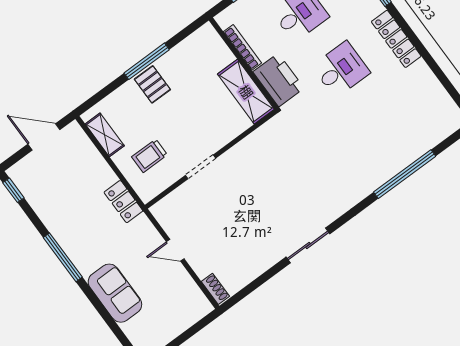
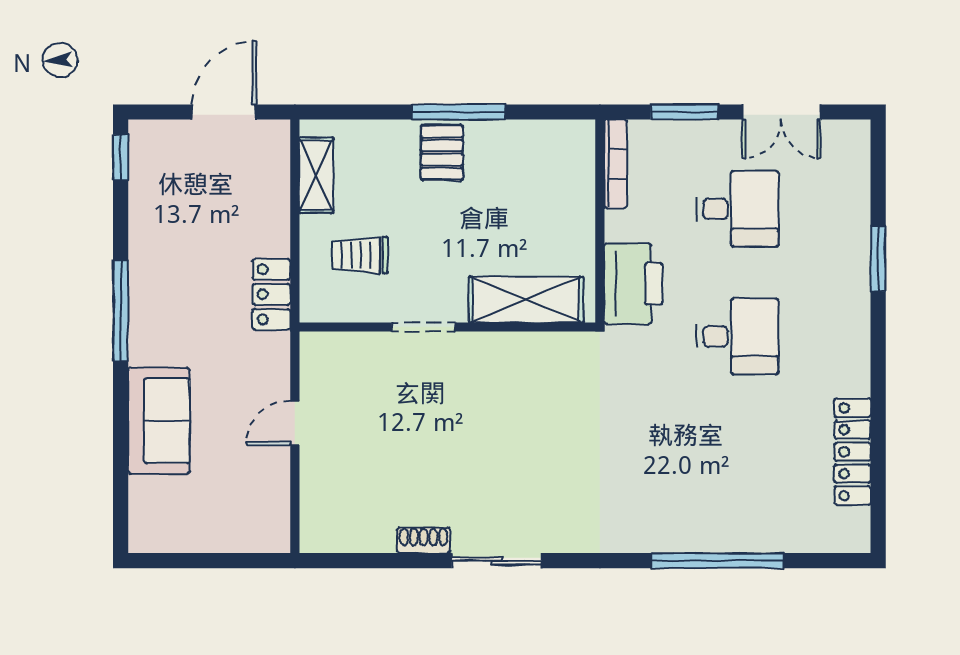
locker: (396, 39) -> (853, 452), moved
bookcase: (242, 47) -> (616, 164), moved
shelving: (246, 92) -> (526, 300), moved, turned 90
door: (44, 137) -> (224, 112), hinge flipped
door: (175, 250) -> (295, 423), hinge flipped
shoe rack: (215, 289) -> (424, 540), moved, turned -90

